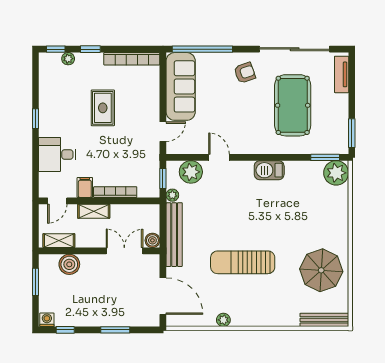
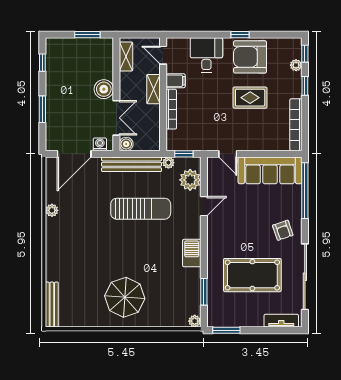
armchair: (59, 108) -> (250, 57), added
window: (325, 157) -> (204, 292), moved
plant: (336, 173) -> (195, 321), width x0.53, depth x0.53
sun lounger: (243, 262) -> (141, 209), moved, turned 90
boiler: (69, 264) -> (104, 89), moved
parasol: (321, 270) -> (125, 297), moved
washing machine: (47, 320) -> (100, 144), moved, turned -90

